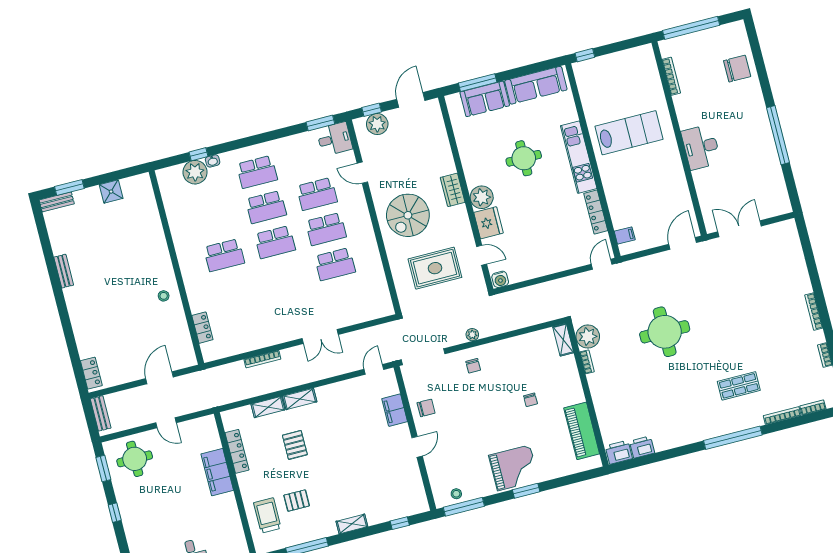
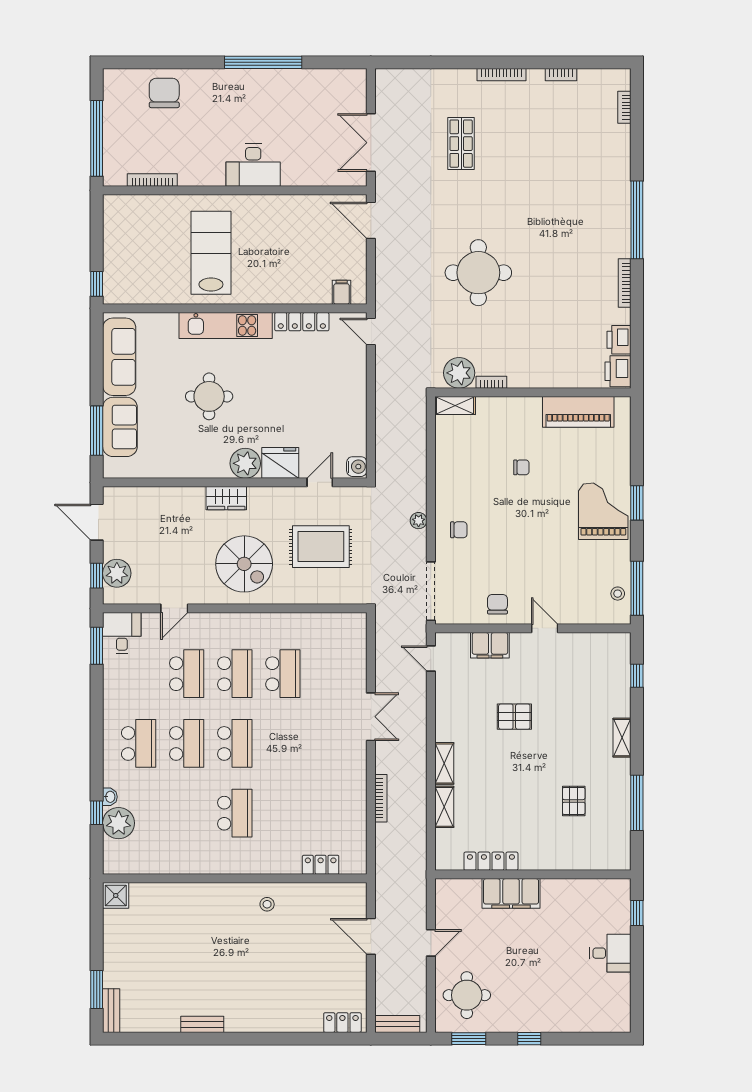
shower: (111, 192) -> (116, 895), moved
rug: (435, 268) -> (321, 547), turned 90
shop shelf: (739, 386) -> (461, 144), moved
bookcase: (782, 416) -> (625, 283), moved
pallet: (295, 445) -> (514, 717), moved
trolley: (267, 516) -> (583, 843), removed

